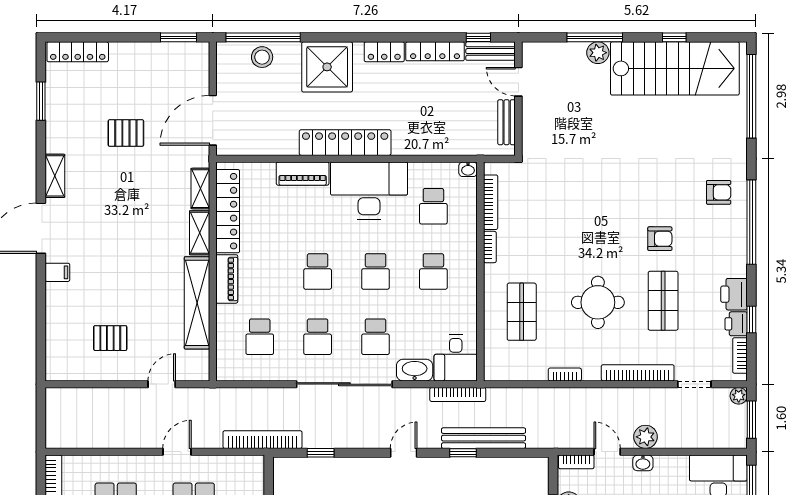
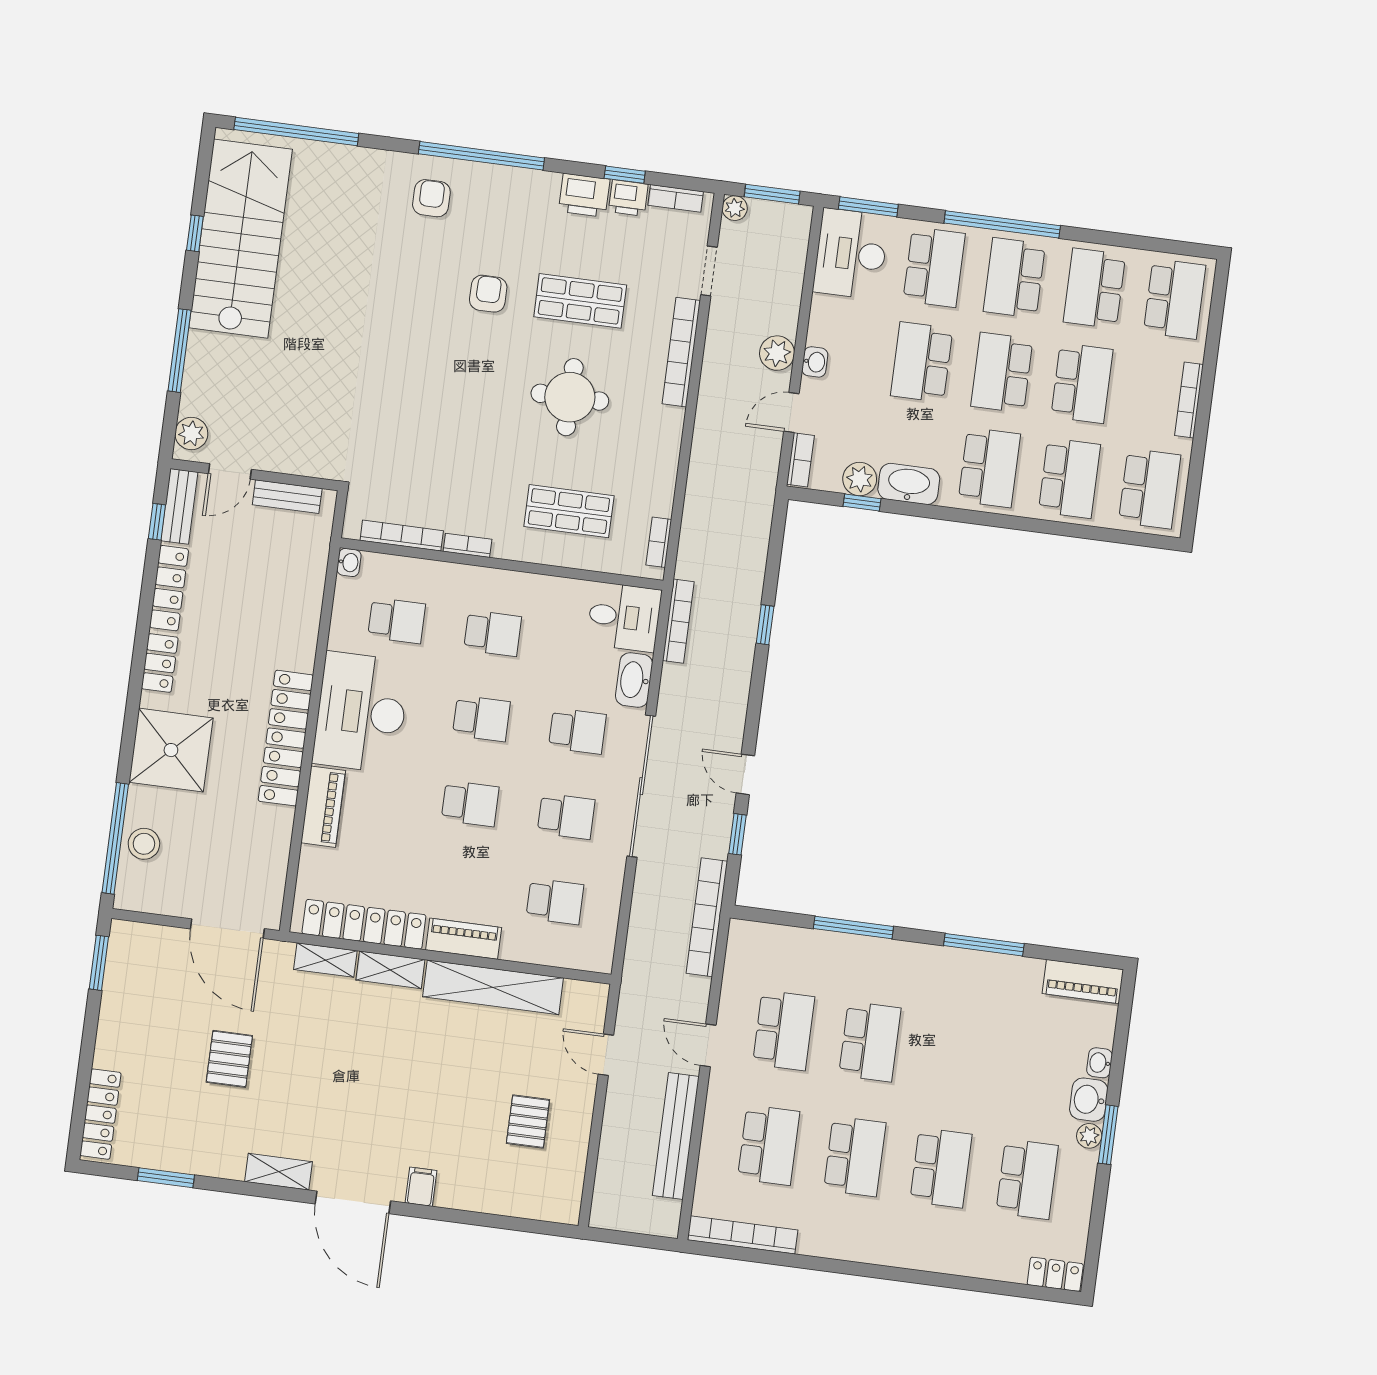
plant: (598, 53) -> (191, 434), moved
bookcase: (565, 374) -> (659, 542), moved
bench: (484, 438) -> (676, 1136), moved
door: (404, 453) -> (745, 774), moved

